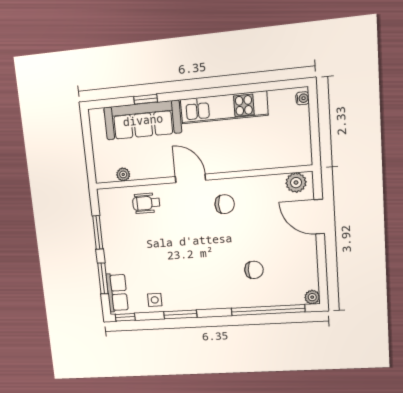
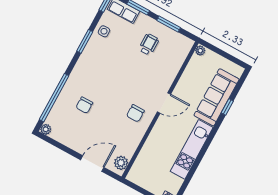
plant: (123, 174) -> (200, 51), moved
wheelchair: (146, 203) -> (149, 44), moved

